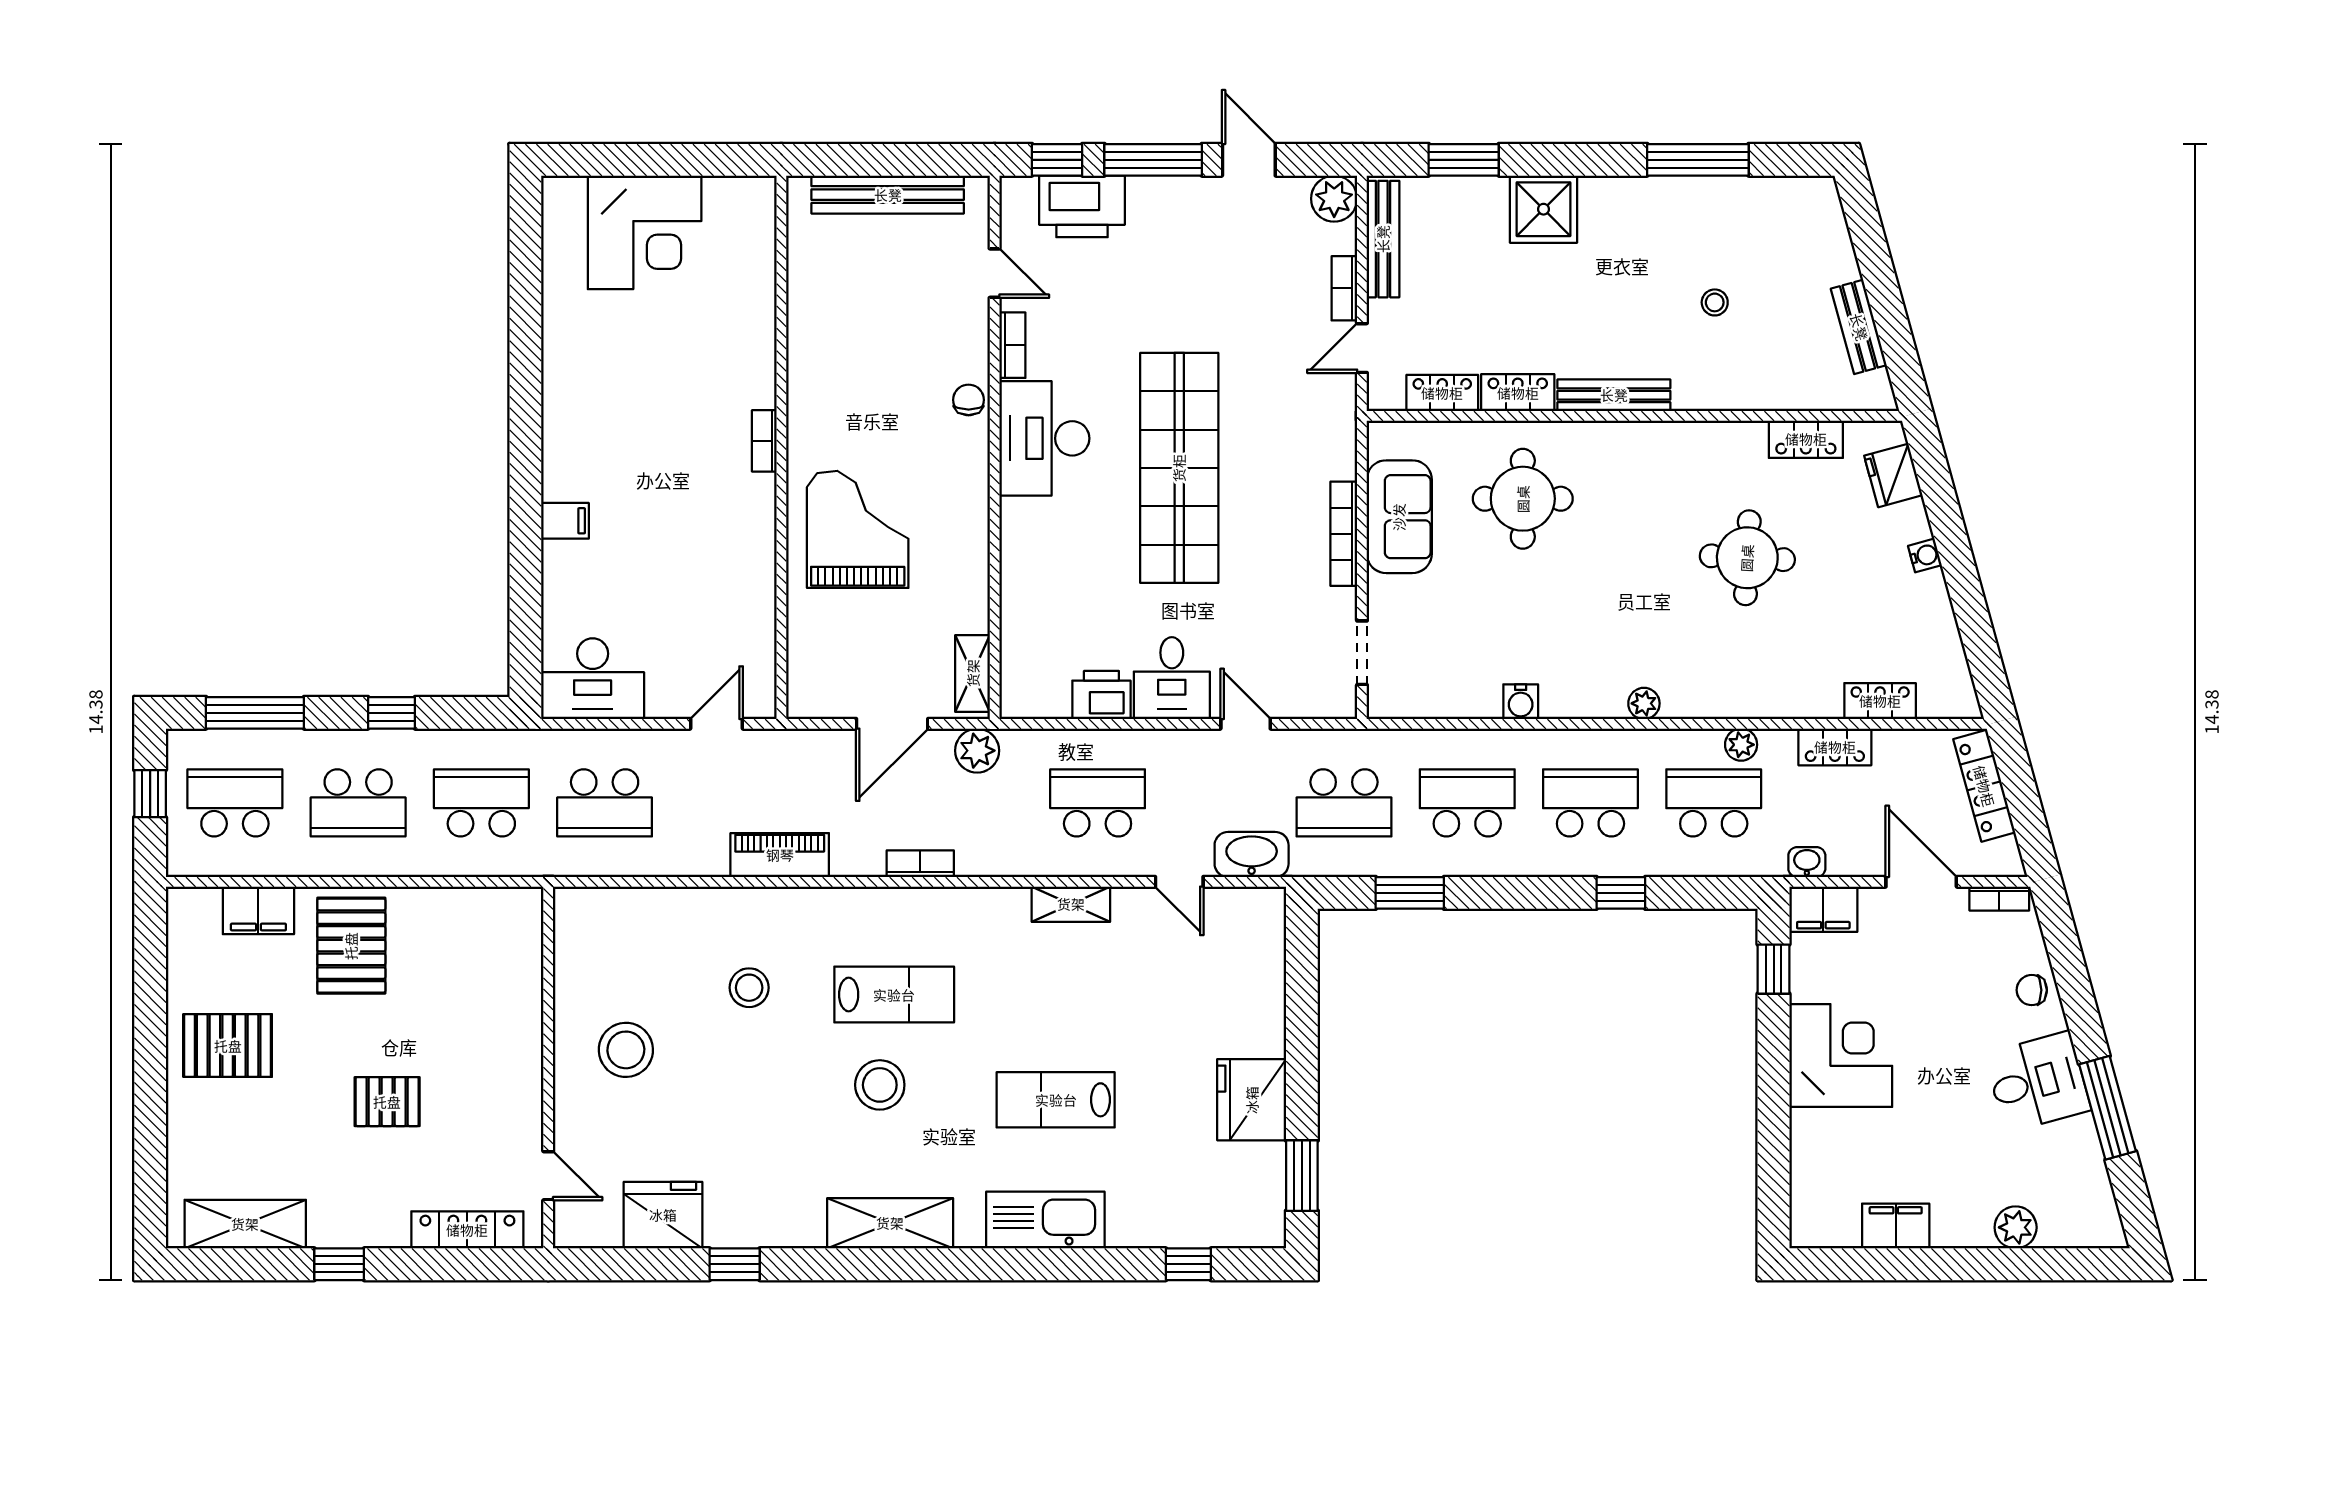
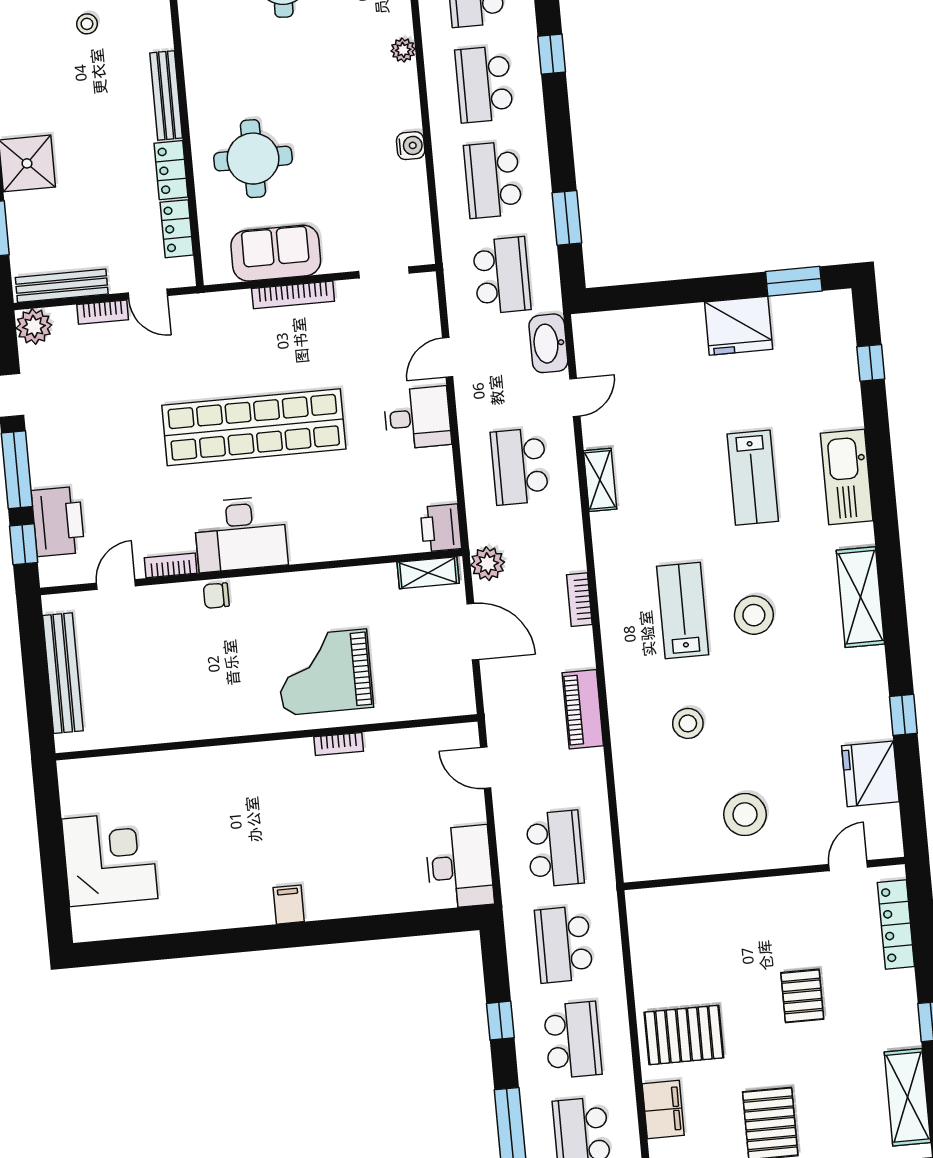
bookcase: (764, 441) -> (339, 744), moved
filing cabinet: (565, 521) -> (289, 905), moved
printer: (1101, 695) -> (441, 528), moved

